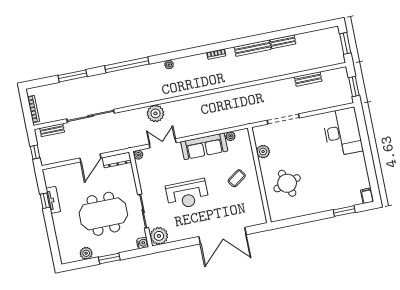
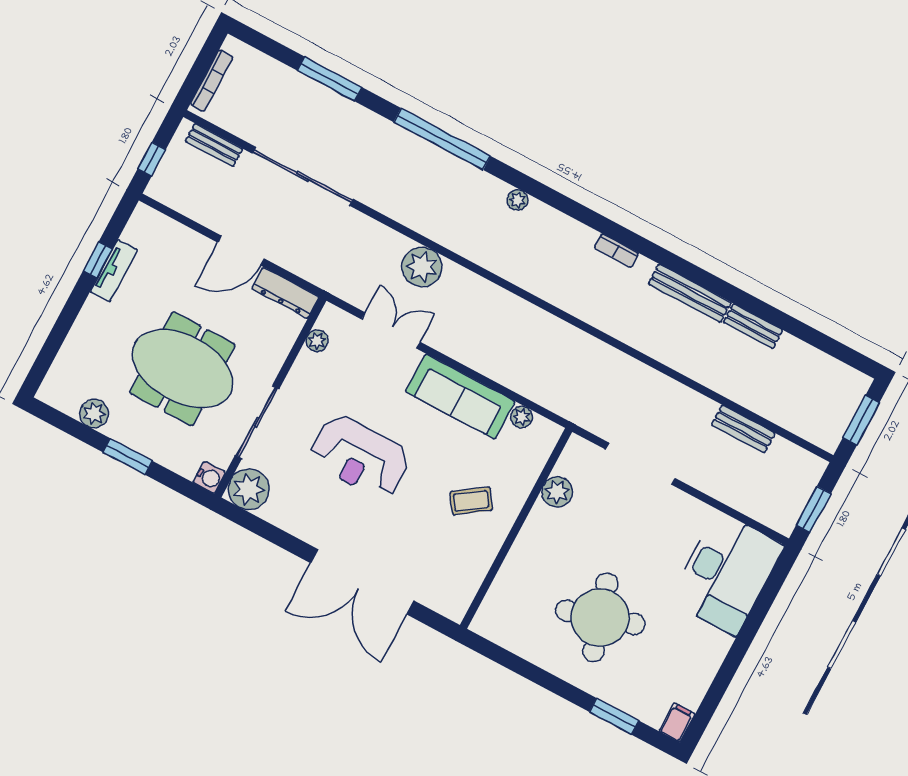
plant: (138, 155) -> (317, 341), moved
round table: (287, 183) -> (600, 617), moved, width x1.36, depth x1.36

